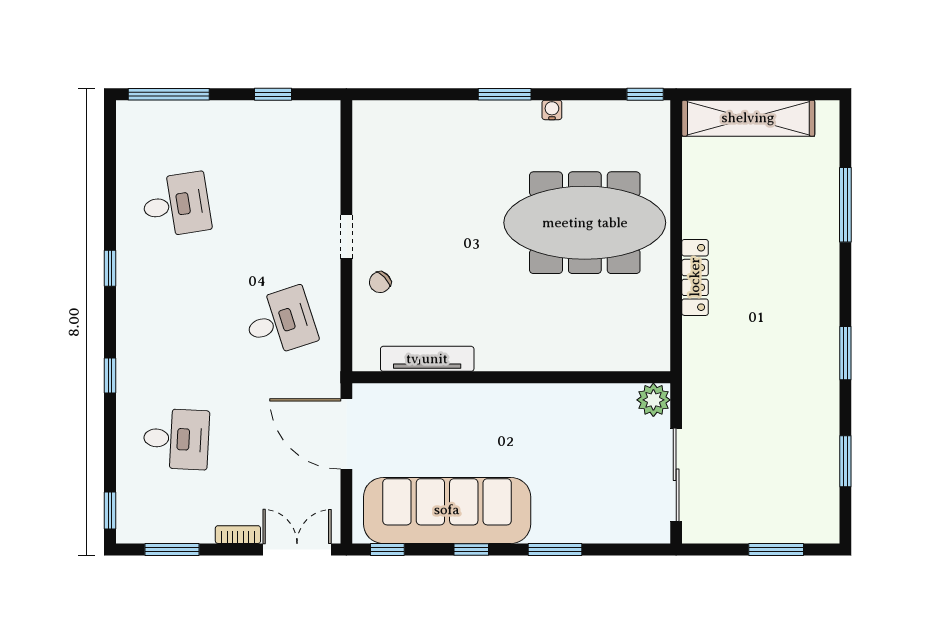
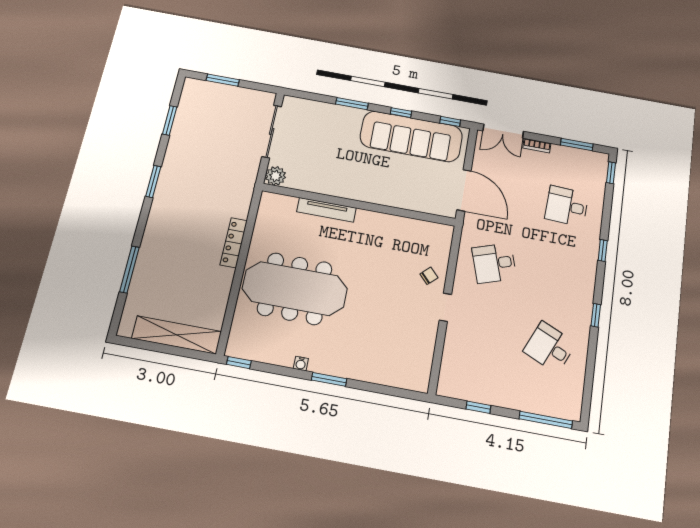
desk: (176, 205) -> (550, 347), turned 33
tv unit: (427, 359) -> (326, 210), moved

